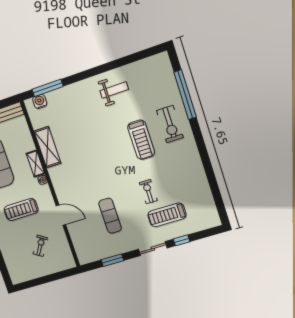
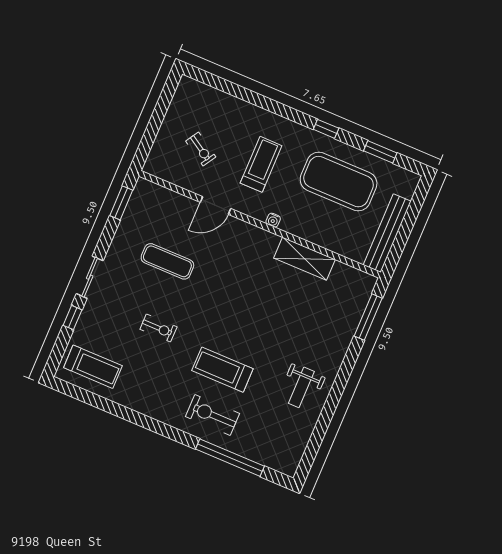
water cooler: (40, 101) -> (361, 295), removed
shelving: (35, 164) -> (298, 228), removed
treadmill: (167, 215) -> (93, 367), moved, turned 90
window: (112, 260) -> (121, 203), moved

